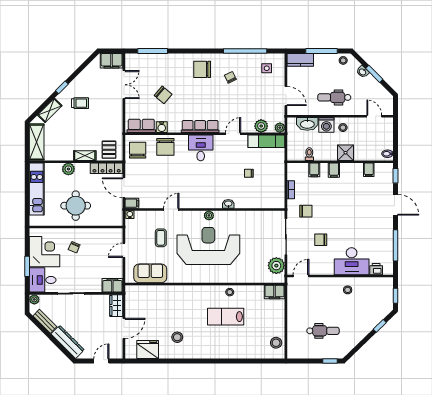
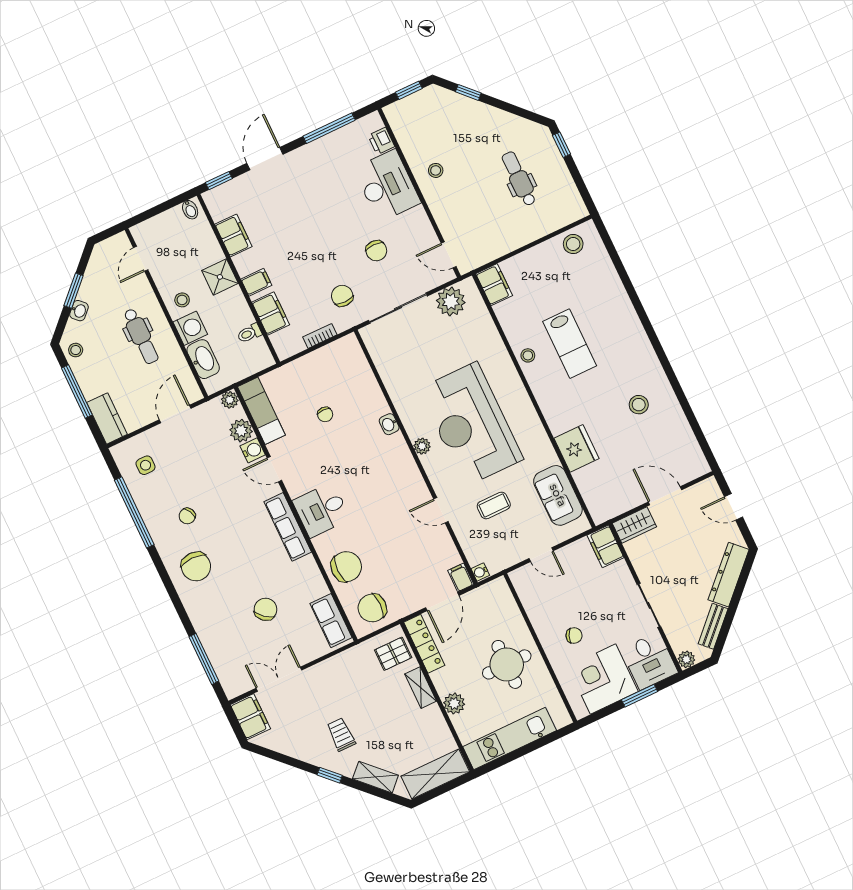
water cooler: (162, 127) -> (253, 450), moved
filing cabinet: (314, 170) -> (271, 314), width x2.00
filing cabinet: (369, 170) -> (233, 235), width x2.00
fridge: (148, 350) -> (576, 448), moved, turned 180

